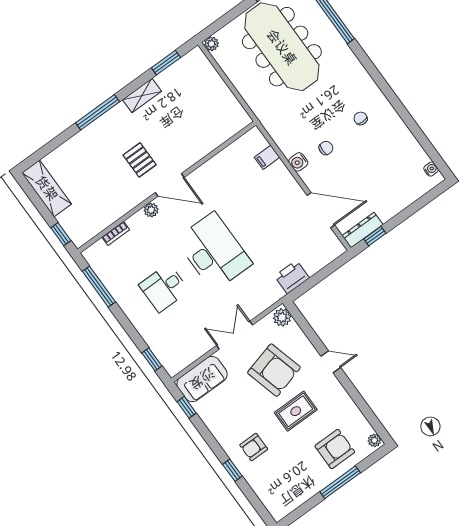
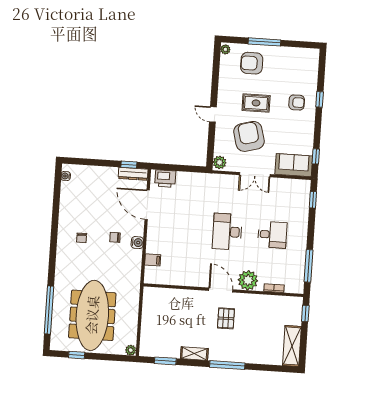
plant: (151, 210) -> (248, 280), width x1.87, depth x1.87
desk: (214, 252) -> (227, 232), width x0.73, depth x0.77
printer: (292, 277) -> (165, 179), moved

